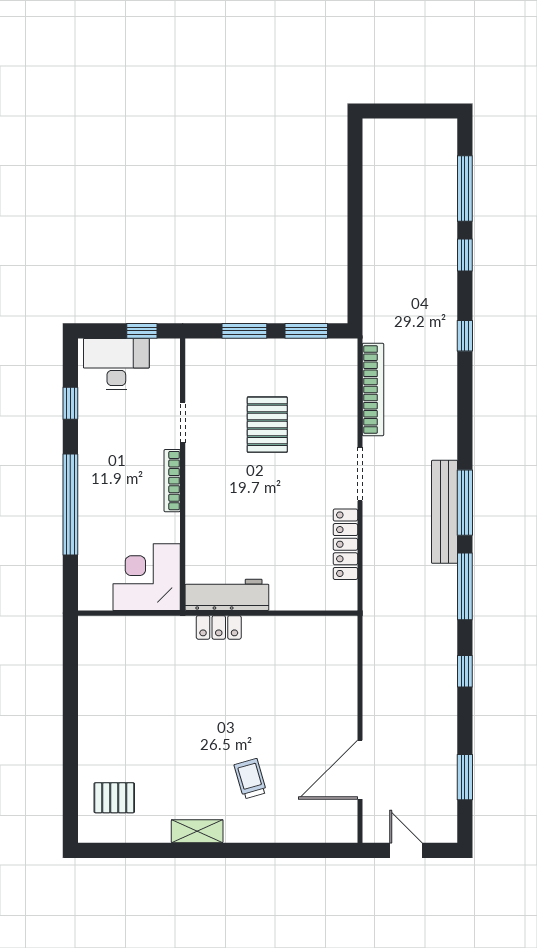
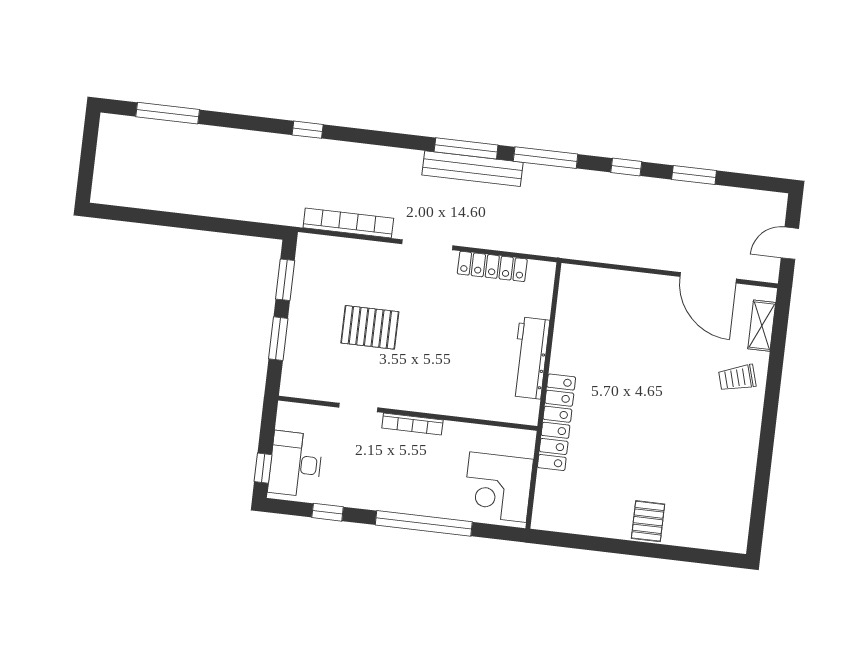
window: (465, 255) -> (231, 121), removed
window: (142, 331) -> (263, 468), moved
corner desk: (147, 577) -> (498, 487), moved
workbench: (227, 595) -> (530, 358), moved
locker: (219, 627) -> (556, 422), width x2.16, depth x1.21
window: (465, 777) -> (694, 175), moved
trolley: (250, 779) -> (737, 378), moved
pallet: (114, 798) -> (648, 521), moved
shelving: (197, 831) -> (762, 326), moved

